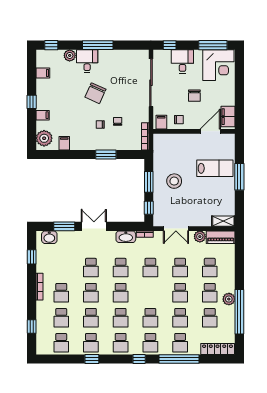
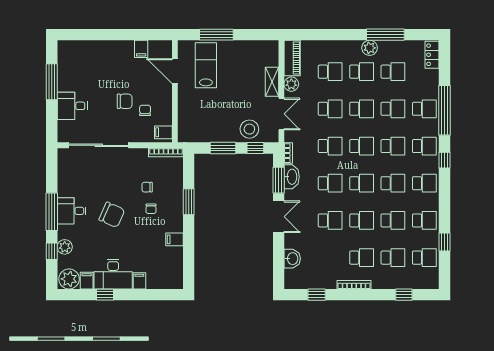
window: (51, 45) -> (52, 251), moved
window: (170, 45) -> (52, 122), removed
window: (213, 45) -> (52, 82), moved
desk: (87, 61) -> (72, 211), moved
corner desk: (218, 65) -> (77, 61), removed
desk: (48, 94) -> (113, 274), added
chair: (194, 96) -> (125, 101), moved
window: (32, 102) -> (105, 295), moved
filing cabinet: (228, 117) -> (141, 49), width x0.50
filing cabinet: (161, 122) -> (163, 132), moved
wall: (194, 131) -> (175, 91), moved
door: (210, 131) -> (175, 71), moved
plant: (44, 138) -> (69, 279), moved
filing cabinet: (64, 143) -> (175, 239), moved
stool: (174, 181) -> (249, 129), moved
shelving: (223, 221) -> (272, 82), moved
window: (64, 226) -> (279, 180), moved
double door: (94, 226) -> (279, 217), swing flipped
washbasin: (49, 237) -> (292, 259), moved
school desk: (150, 293) -> (362, 146), added
window: (239, 312) -> (385, 35), width x0.68
locker: (218, 349) -> (432, 55), width x0.66
window: (92, 359) -> (445, 242), moved

